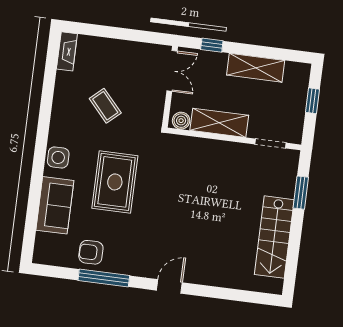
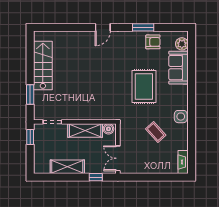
window: (313, 101) -> (30, 137), moved
side table: (58, 157) -> (181, 117), moved
plant: (44, 243) -> (182, 44), added
window: (104, 278) -> (143, 27), width x0.69

